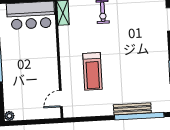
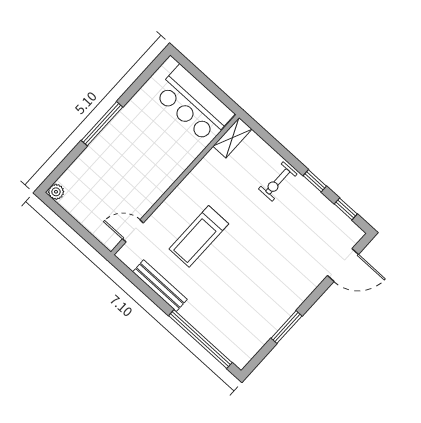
bench: (132, 109) -> (160, 286), moved

